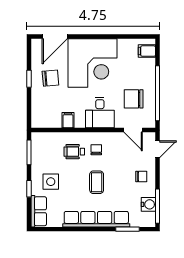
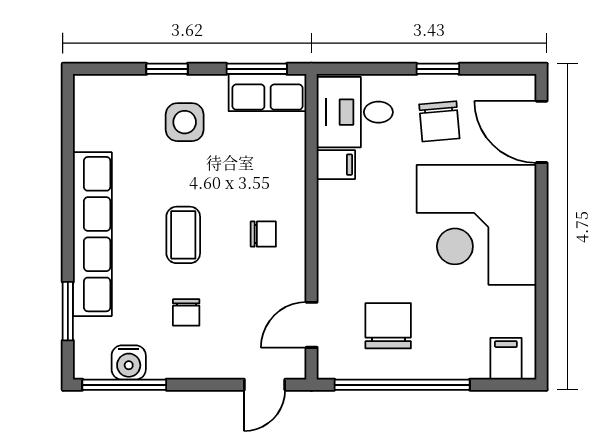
desk: (100, 113) -> (355, 112), moved
door: (157, 149) -> (265, 385), hinge flipped
wheelchair: (74, 152) -> (258, 180), removed
chair: (141, 176) -> (186, 312), moved
coffee table: (97, 182) -> (183, 235), turned 90
row of seats: (39, 211) -> (268, 93), moved

